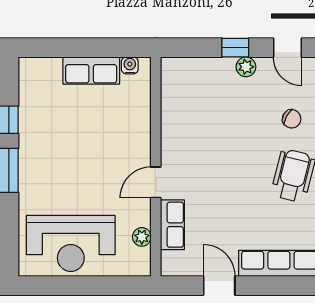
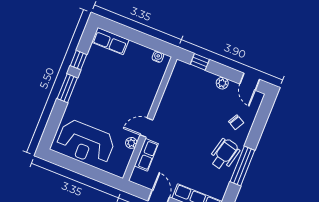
window: (235, 48) -> (200, 62), moved
row of seats: (91, 71) -> (110, 41), moved
plant: (142, 237) -> (131, 143), moved

